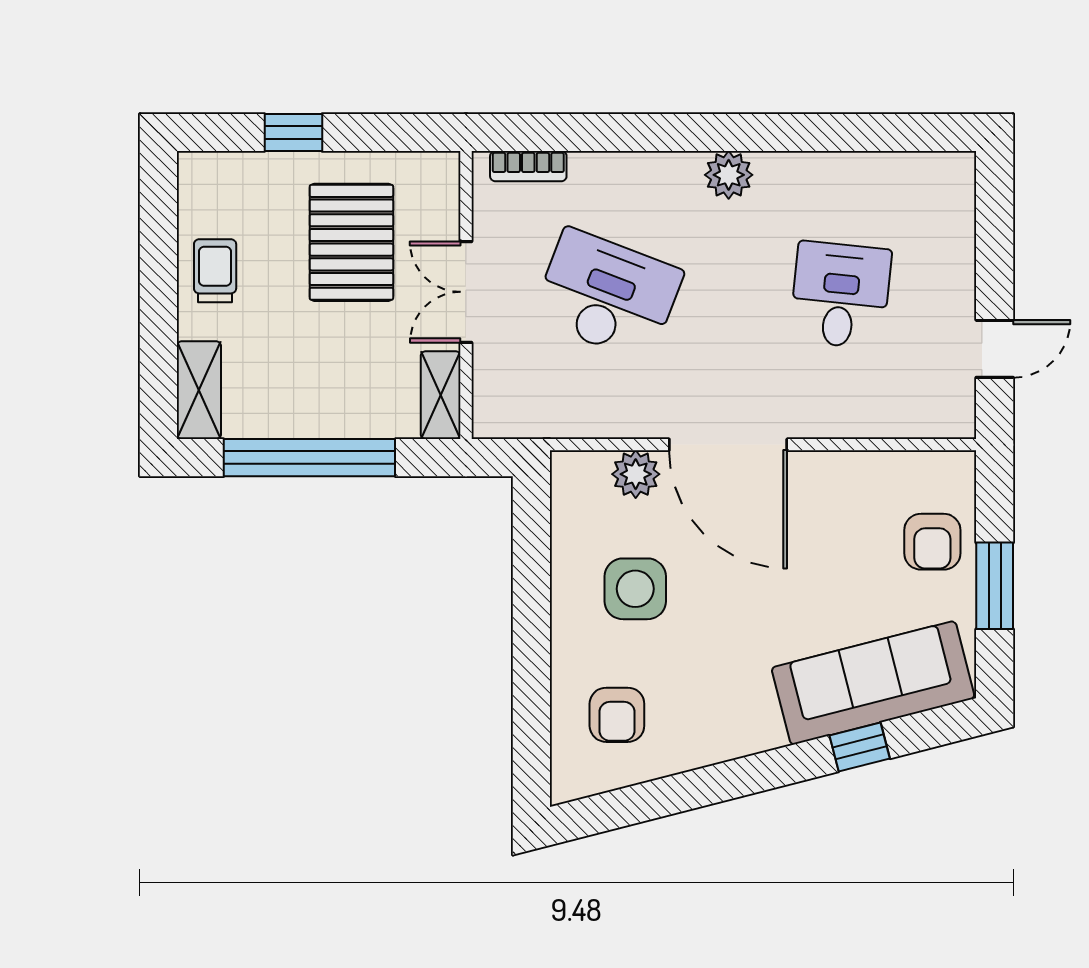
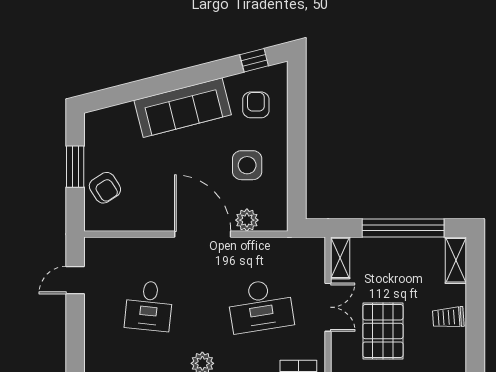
trolley: (215, 271) -> (448, 317), turned 86
desk: (607, 295) -> (260, 306), turned -30
armchair: (932, 542) -> (105, 188), turned 147
sofa: (873, 683) -> (183, 108), moved
window: (860, 747) -> (254, 60), moved

